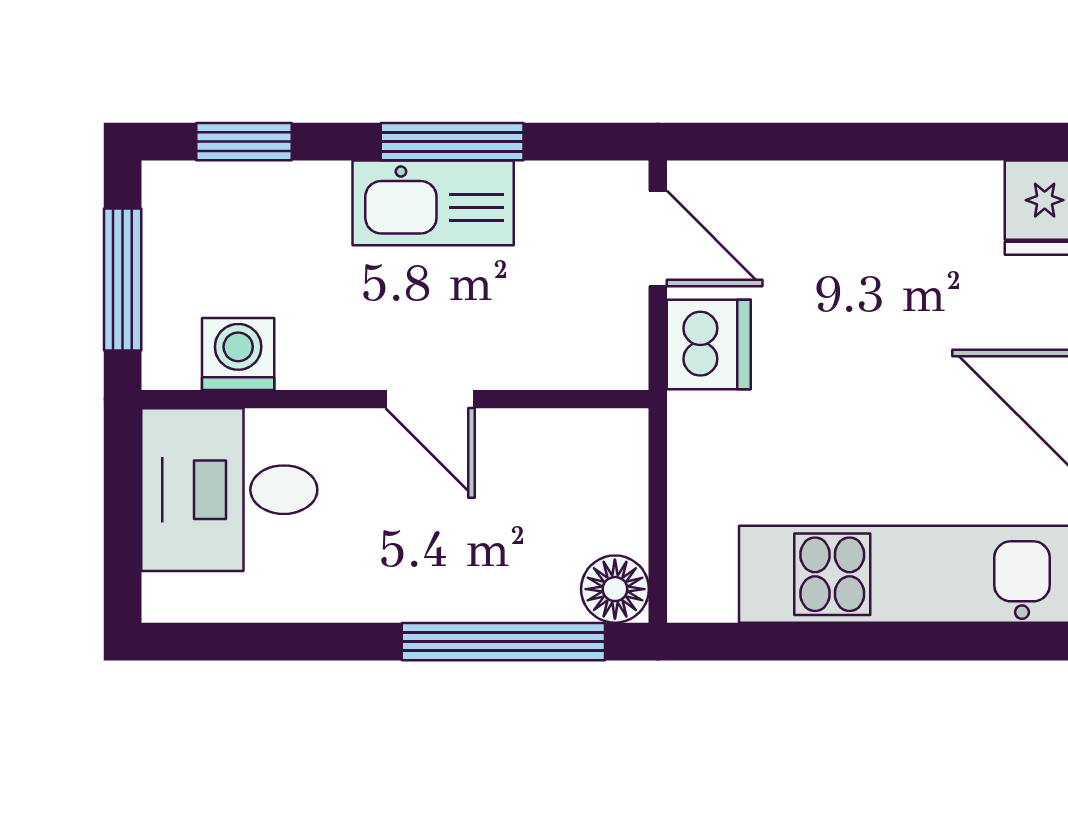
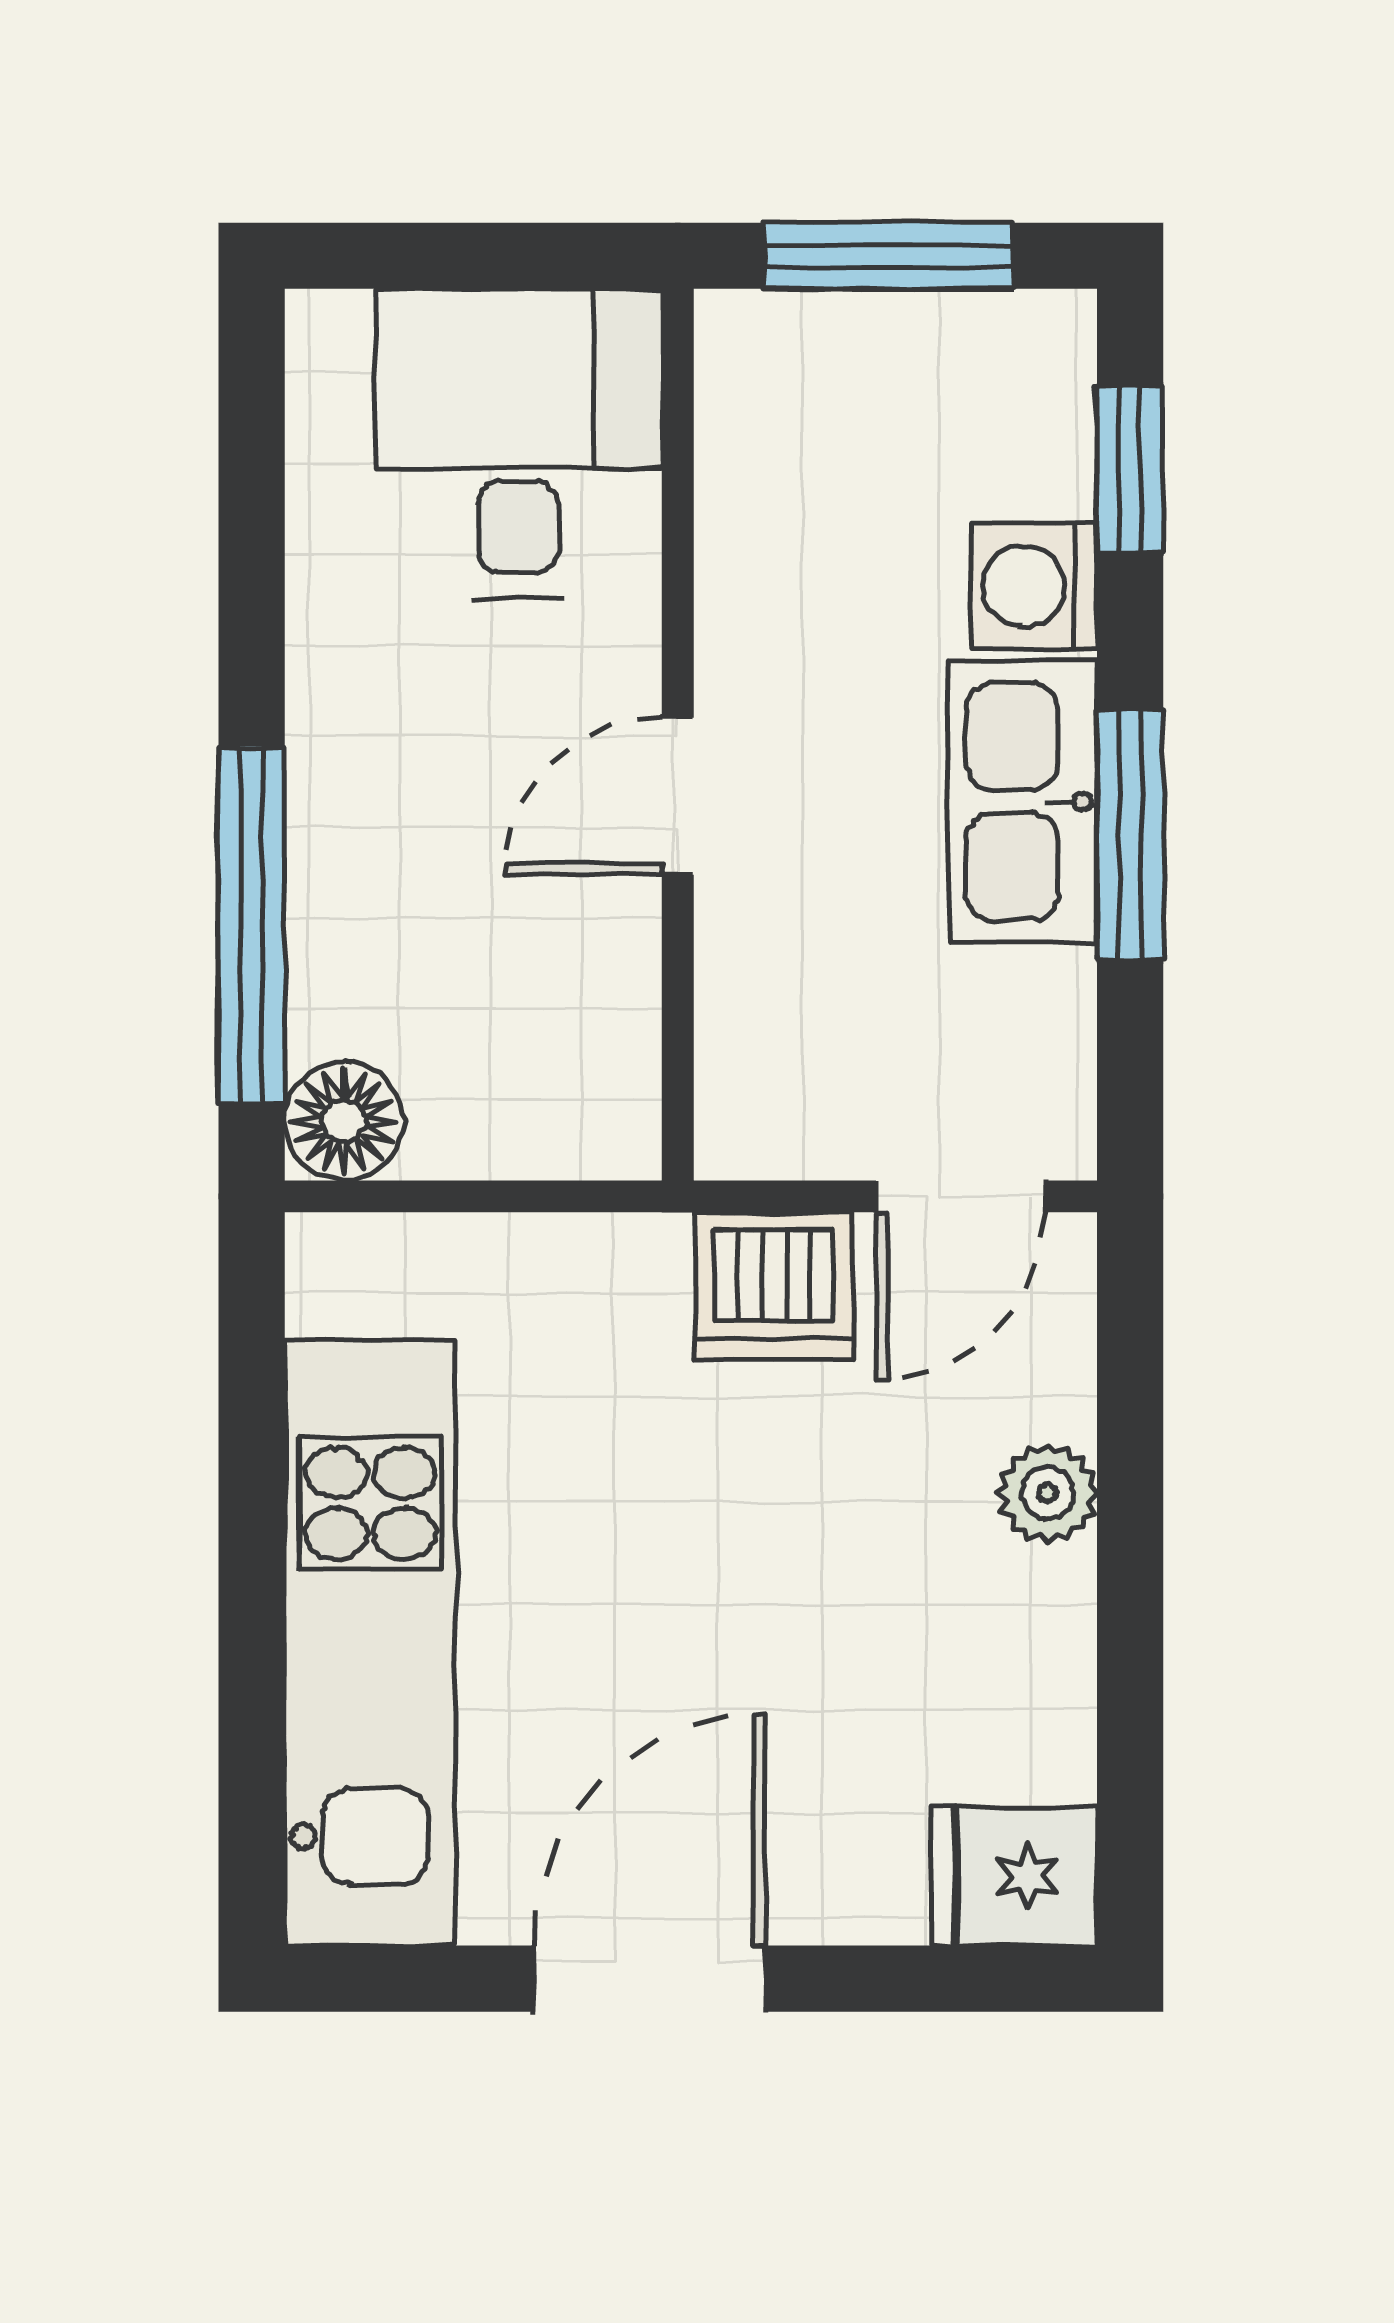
plant: (827, 189) -> (1047, 1493), added
washing machine: (238, 354) -> (1034, 586), moved, turned 180

